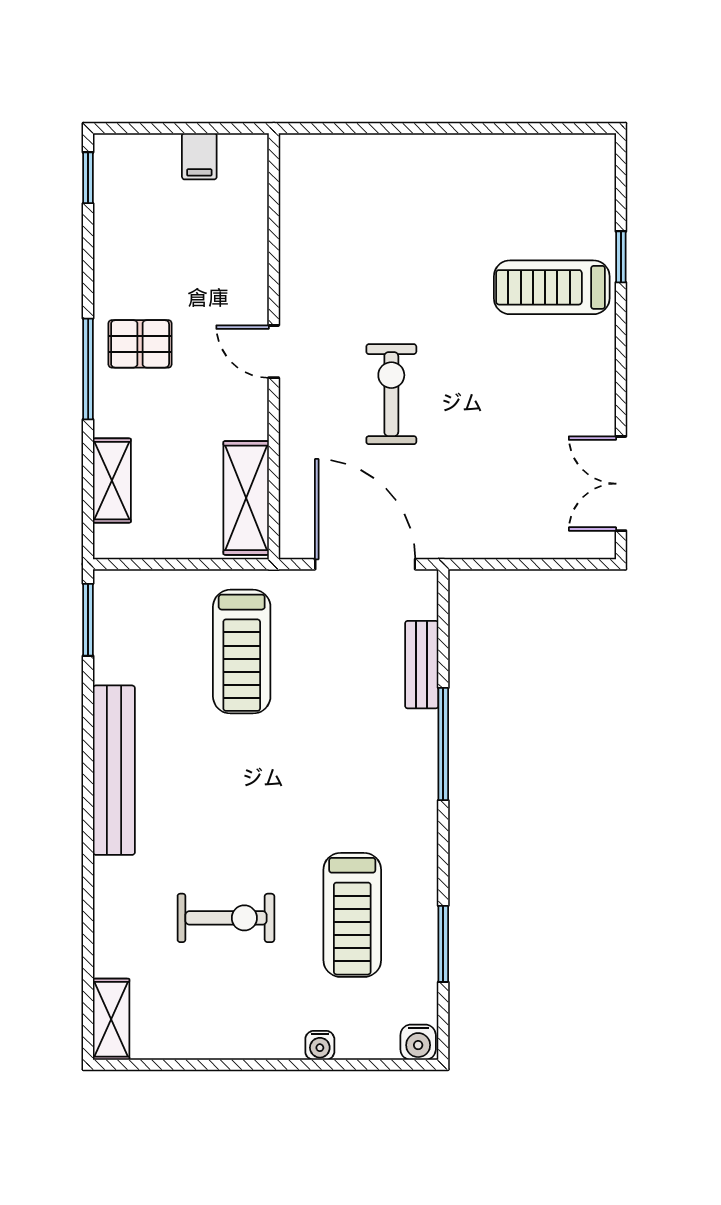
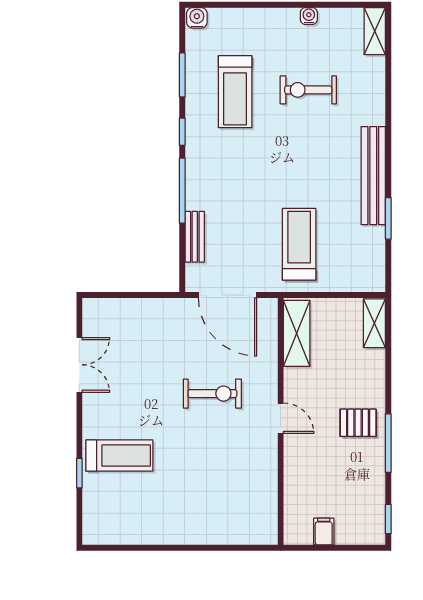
window: (88, 369) -> (388, 443), moved
exercise bike: (391, 394) -> (212, 394), turned -90
shelving: (112, 481) -> (374, 323), moved
double door: (621, 484) -> (79, 365), moved
window: (88, 620) -> (388, 218), moved
window: (443, 846) -> (182, 132), added
treadmill: (352, 915) -> (235, 92), turned 180
water cooler: (320, 1045) -> (309, 16), moved

